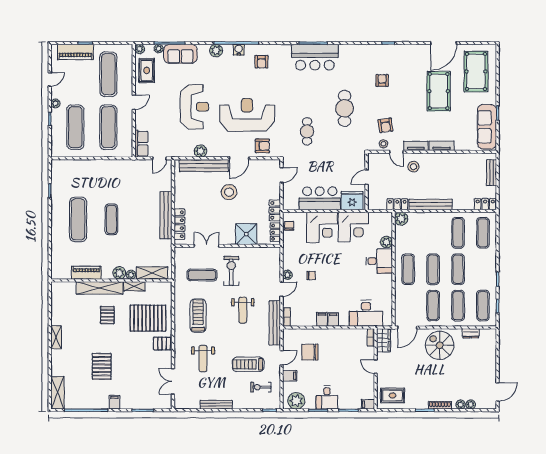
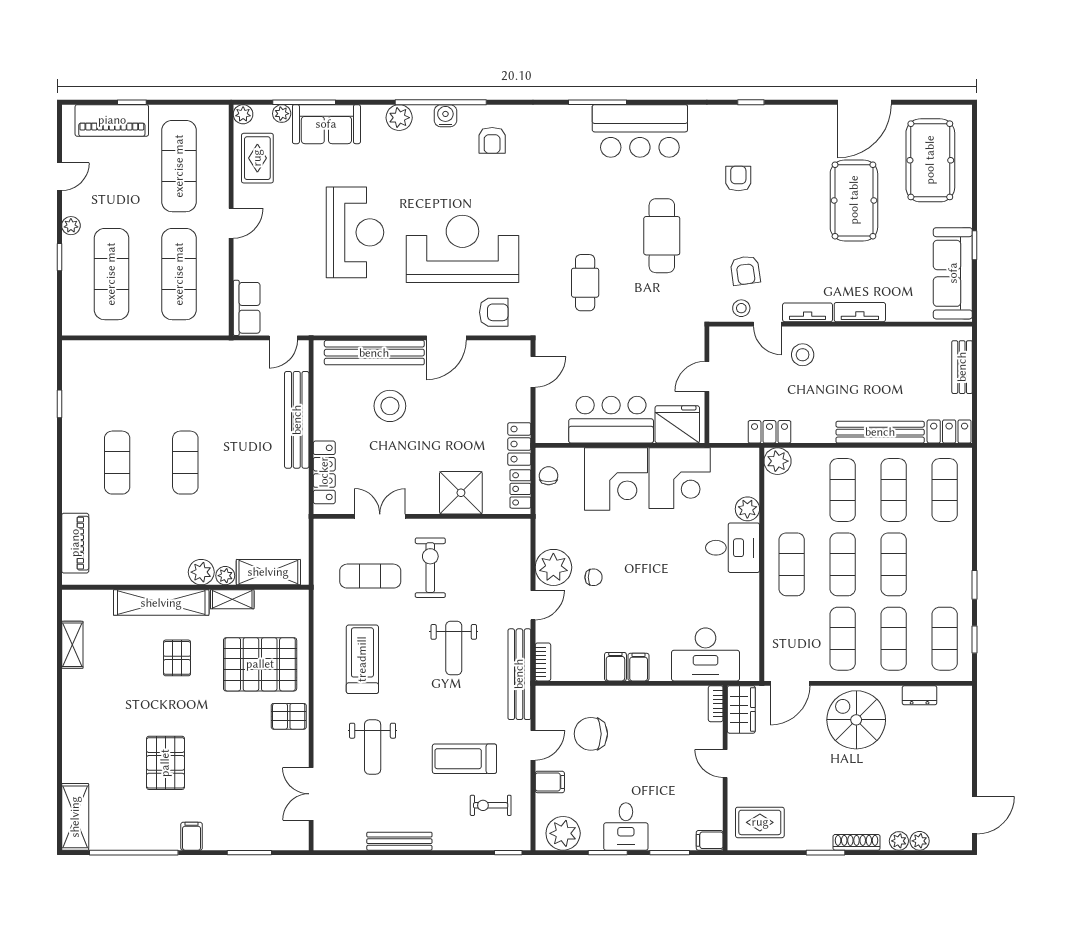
bar counter: (315, 57) -> (640, 131), moved
plant: (201, 151) -> (367, 323), removed
stool: (229, 192) -> (390, 406), moved
bench: (431, 205) -> (880, 432), moved
bench: (166, 215) -> (297, 420), moved
exercise mat: (78, 219) -> (117, 463), width x0.73, depth x0.69
exercise mat: (433, 233) -> (843, 490), added
piano: (86, 273) -> (75, 543), moved, turned 90
plant: (287, 275) -> (553, 567), width x1.87, depth x1.87
shelving: (56, 337) -> (72, 645), moved

